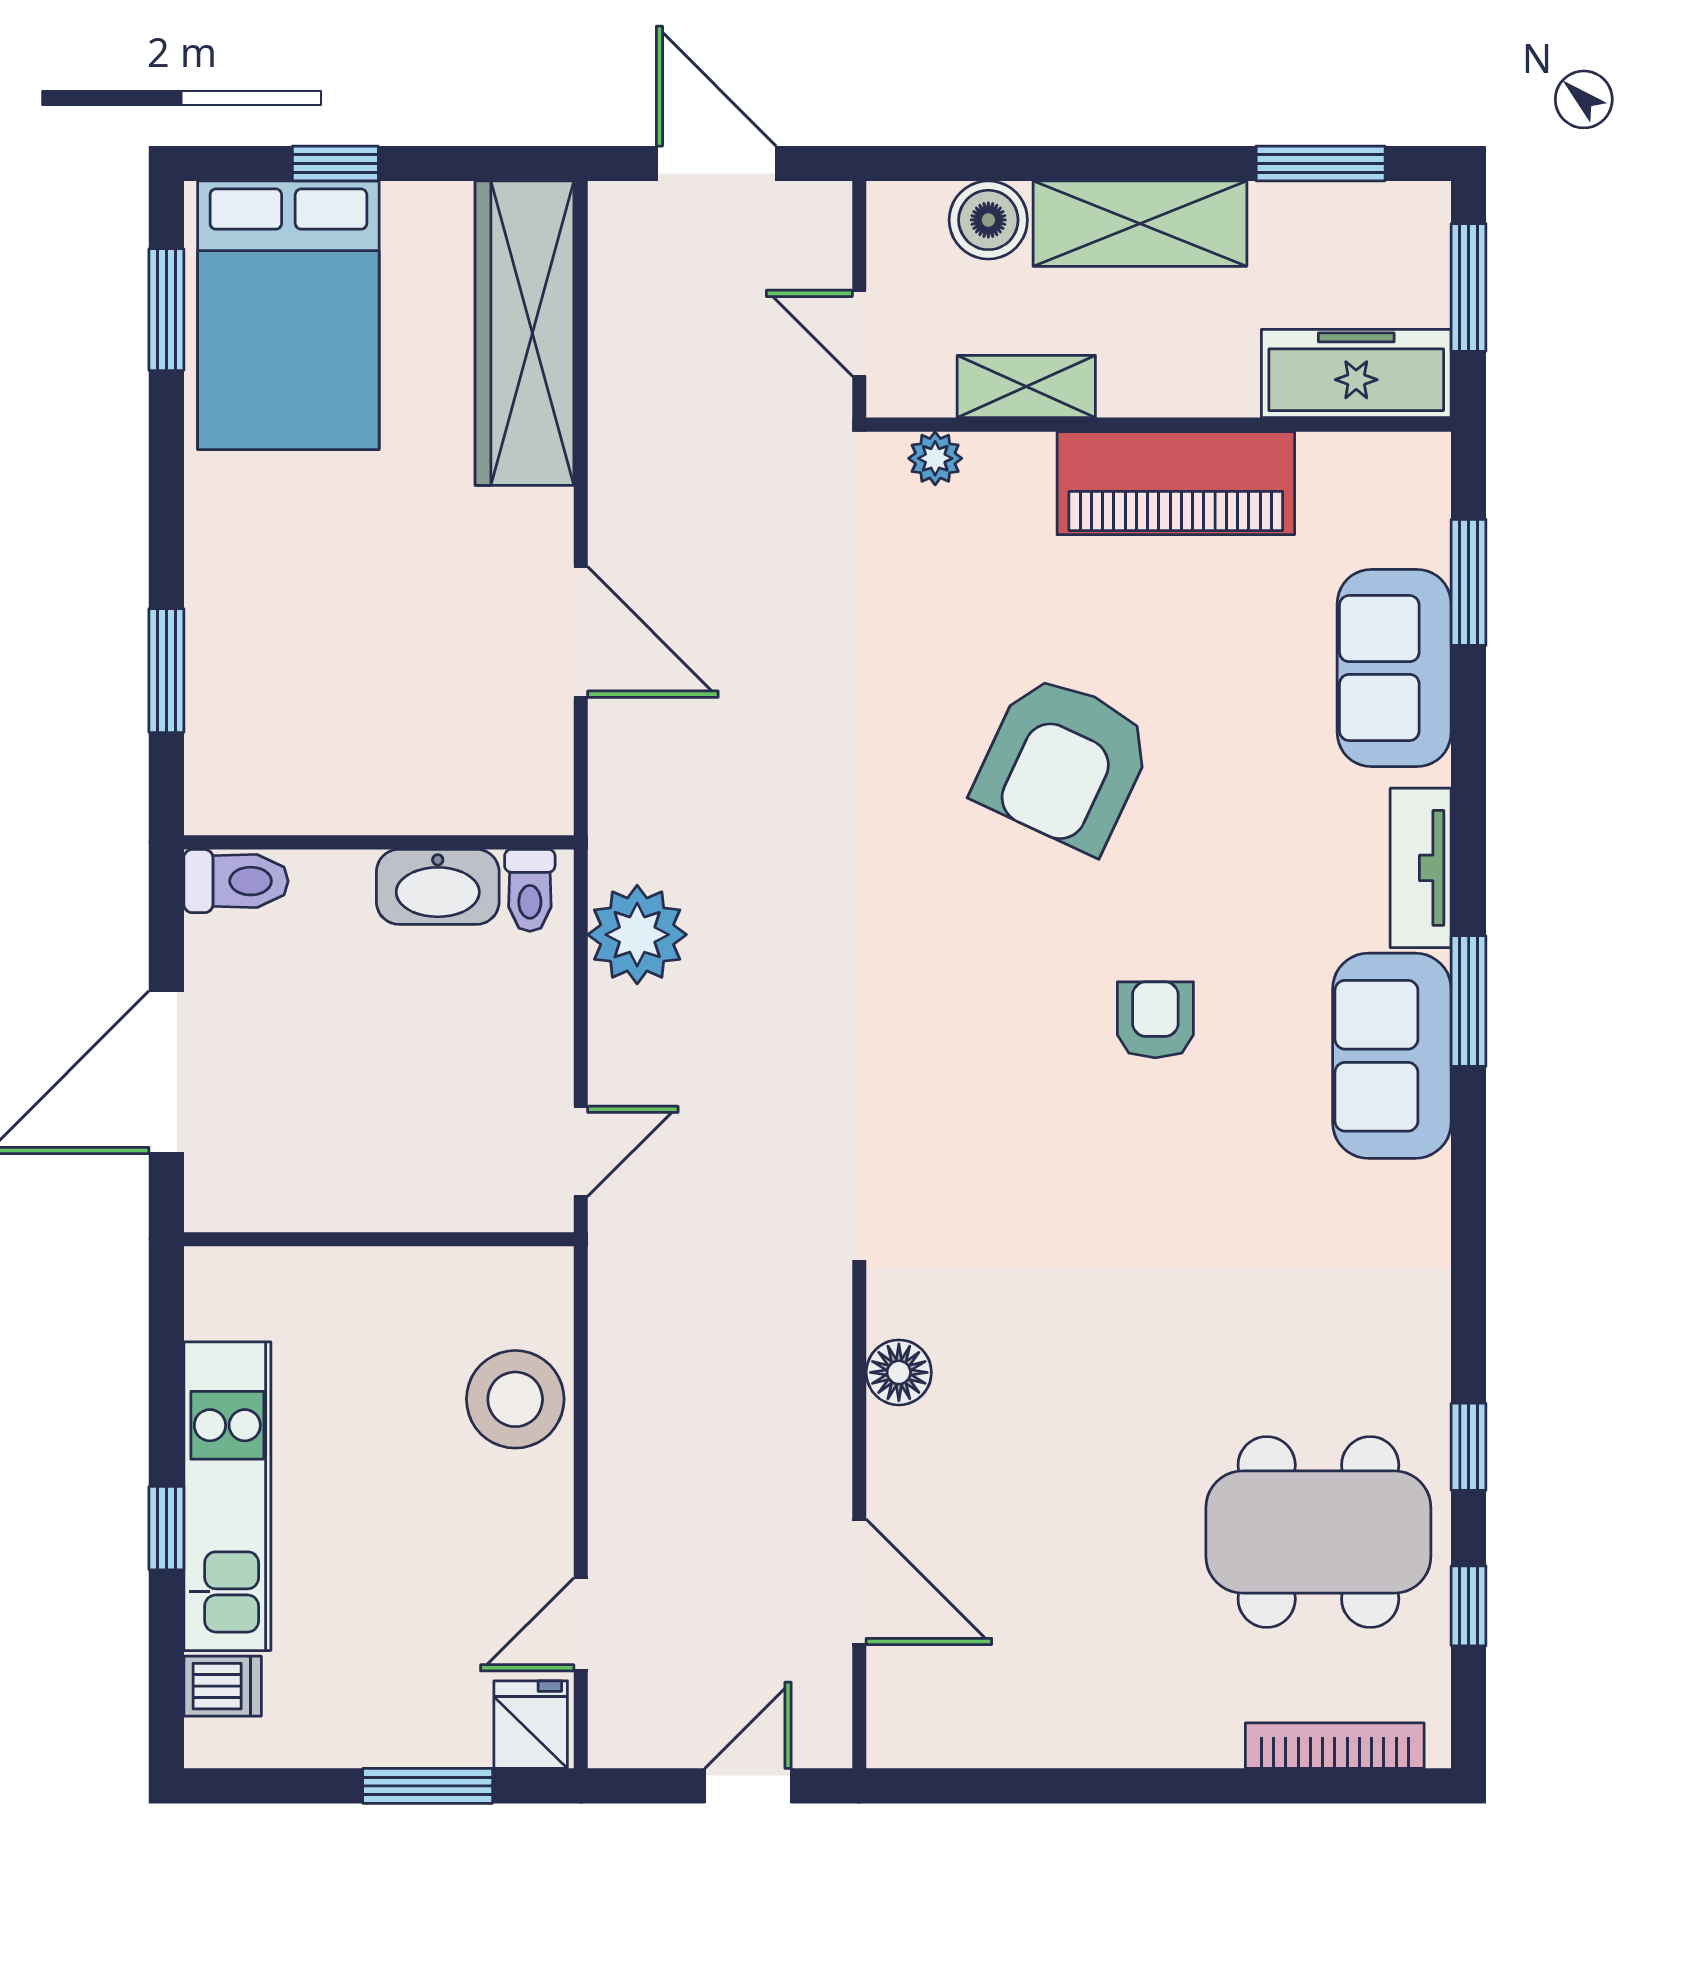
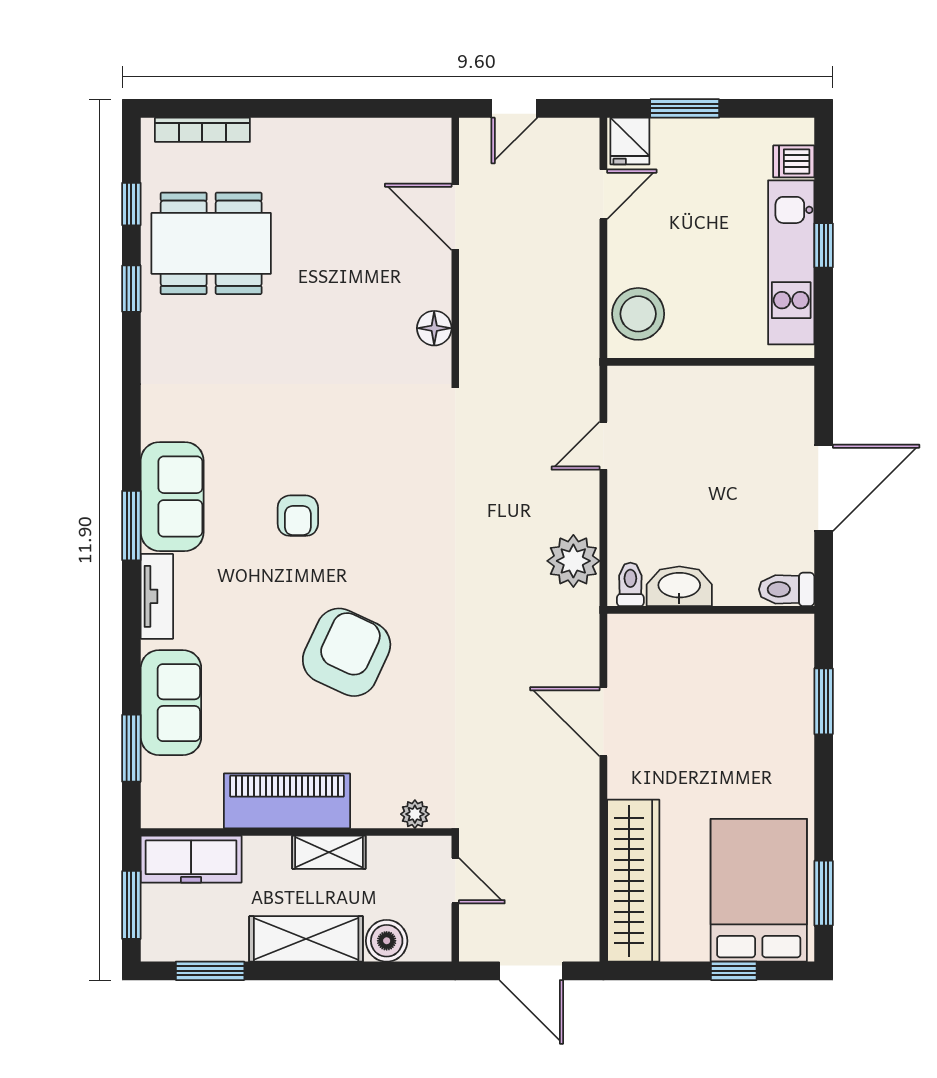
shelving: (1026, 386) -> (329, 852), moved
wall: (379, 1239) -> (711, 362), moved

